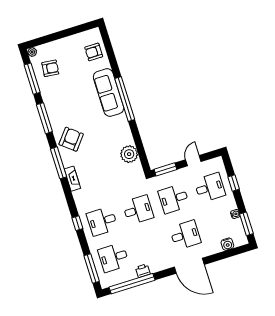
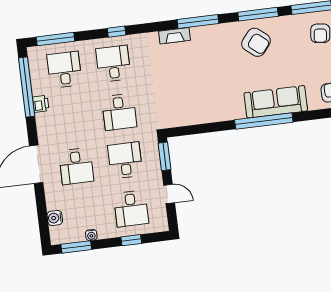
armchair: (71, 139) -> (256, 42), moved
plant: (129, 154) -> (192, 114), removed

